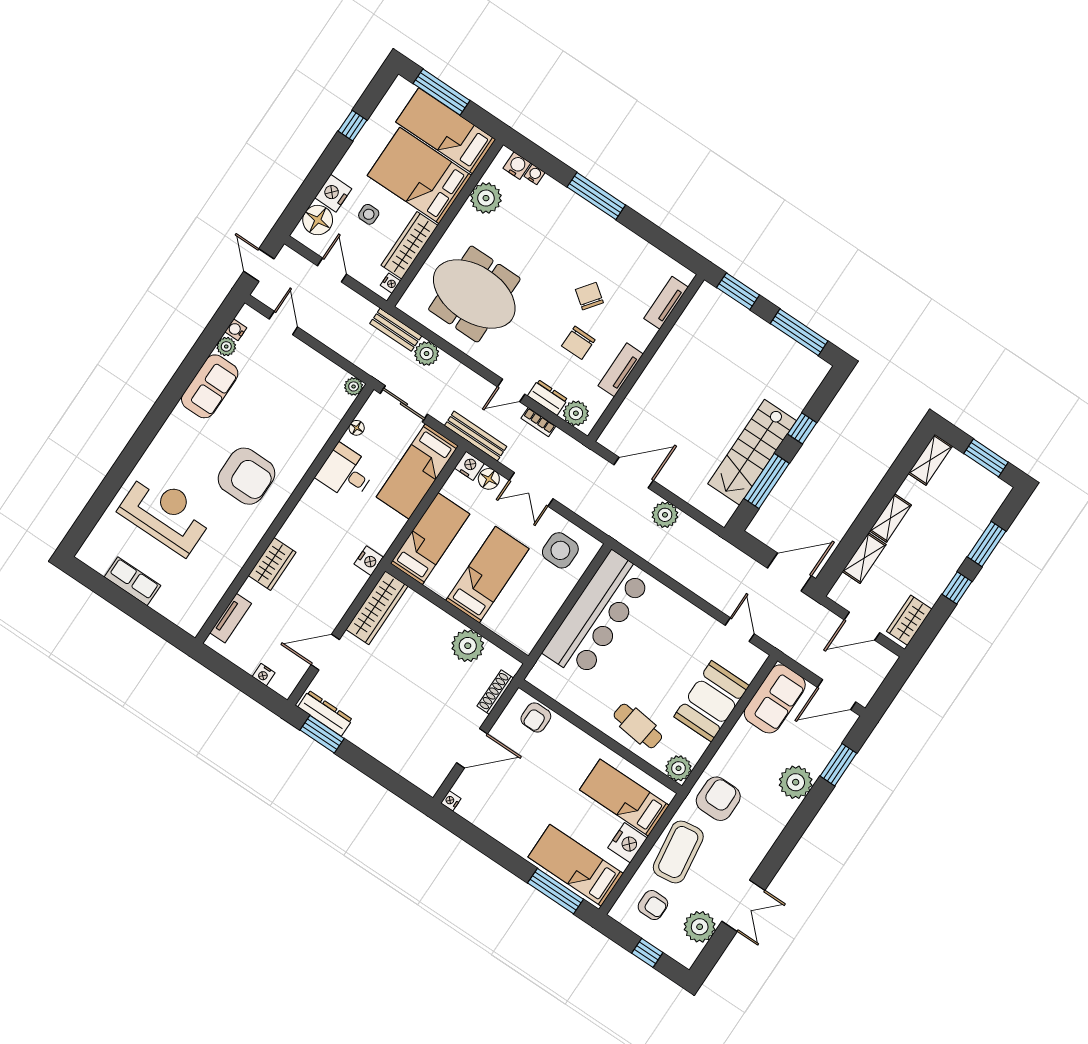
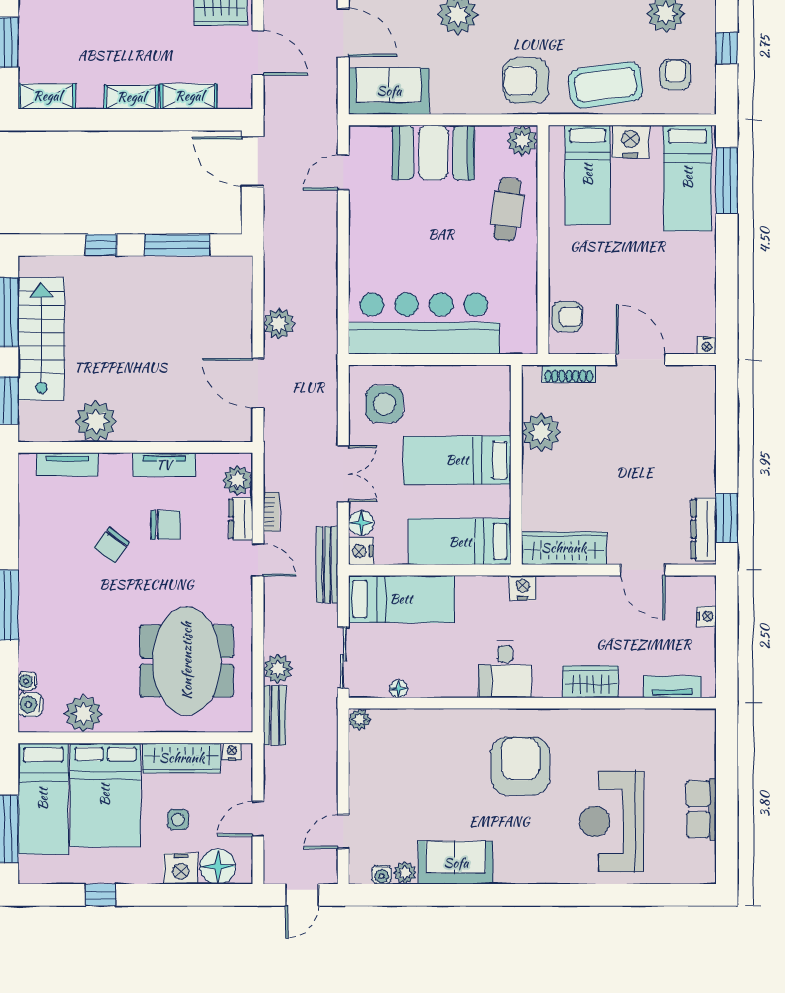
plant: (682, 343) -> (96, 421), added
stairs: (752, 452) -> (41, 339), moved, turned -90
desk: (346, 472) -> (505, 669), moved

